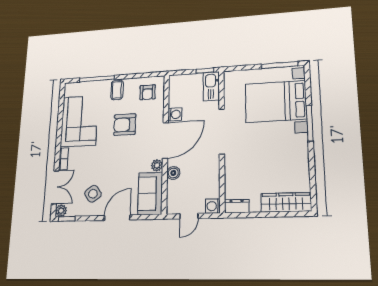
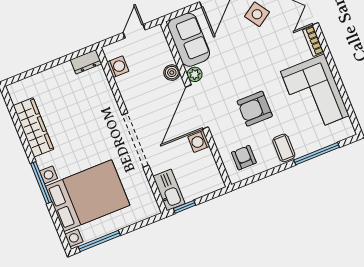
armchair: (125, 125) -> (255, 109), turned 180
wardrobe: (286, 202) -> (33, 127), moved, turned -90
washing machine: (213, 206) -> (118, 67), moved

